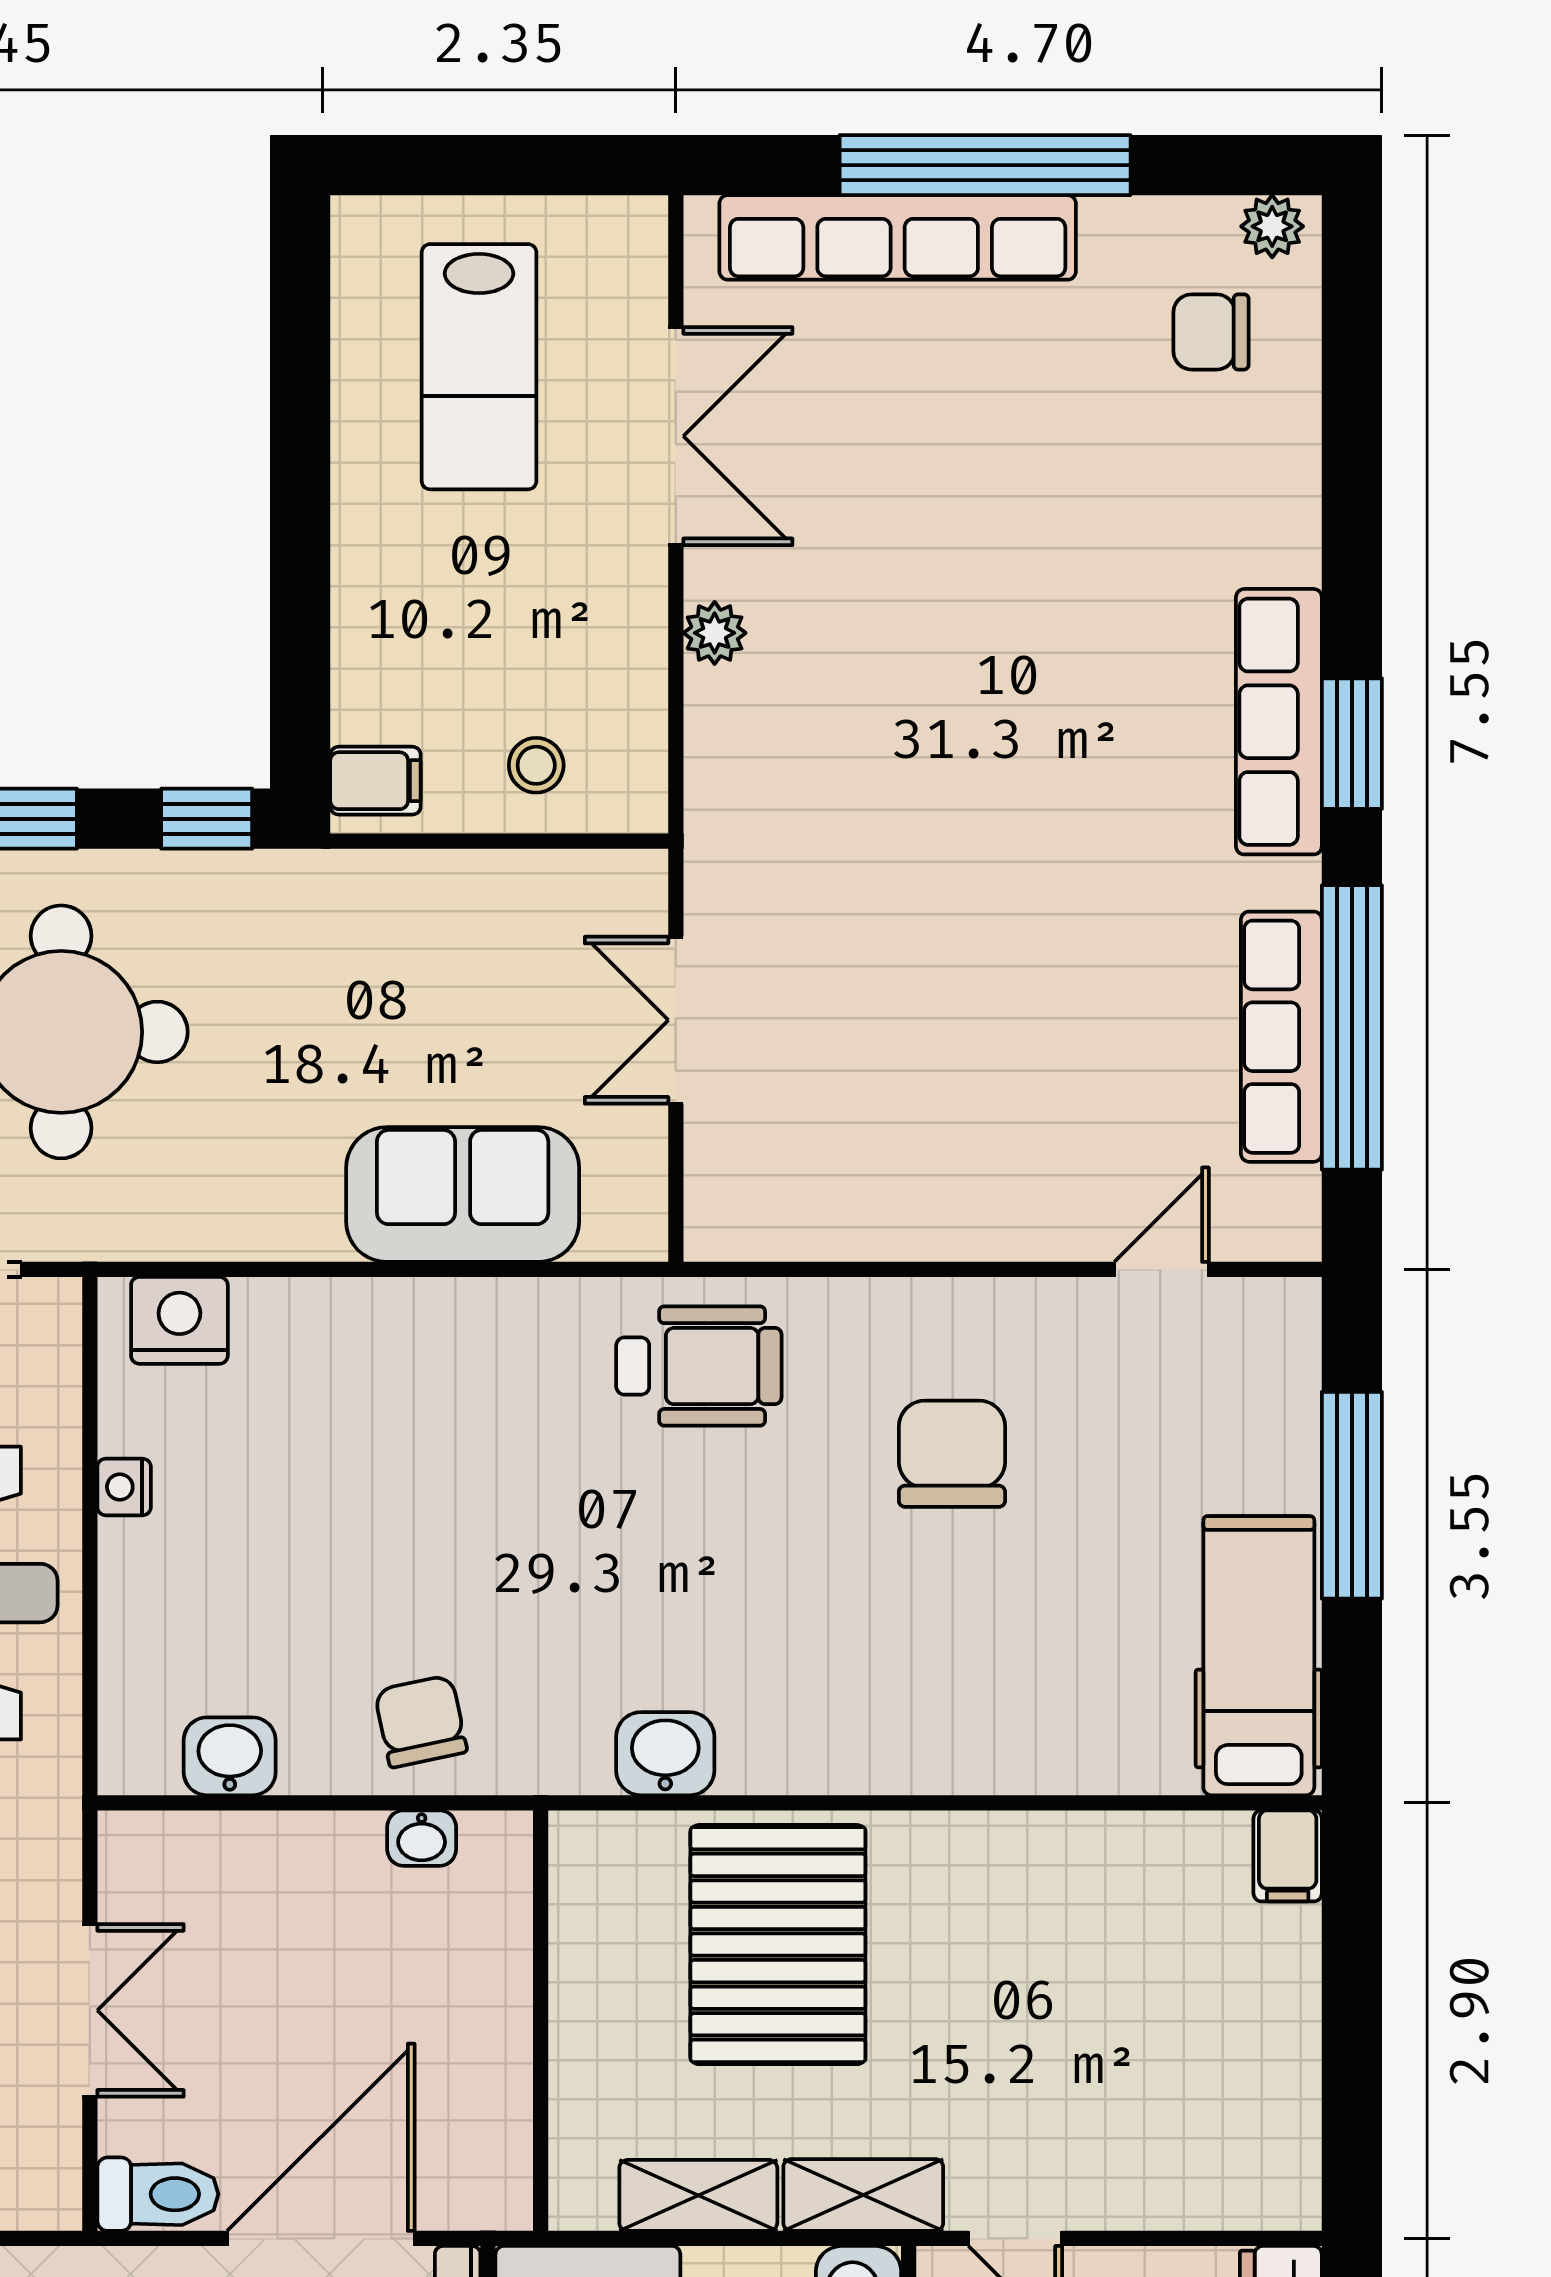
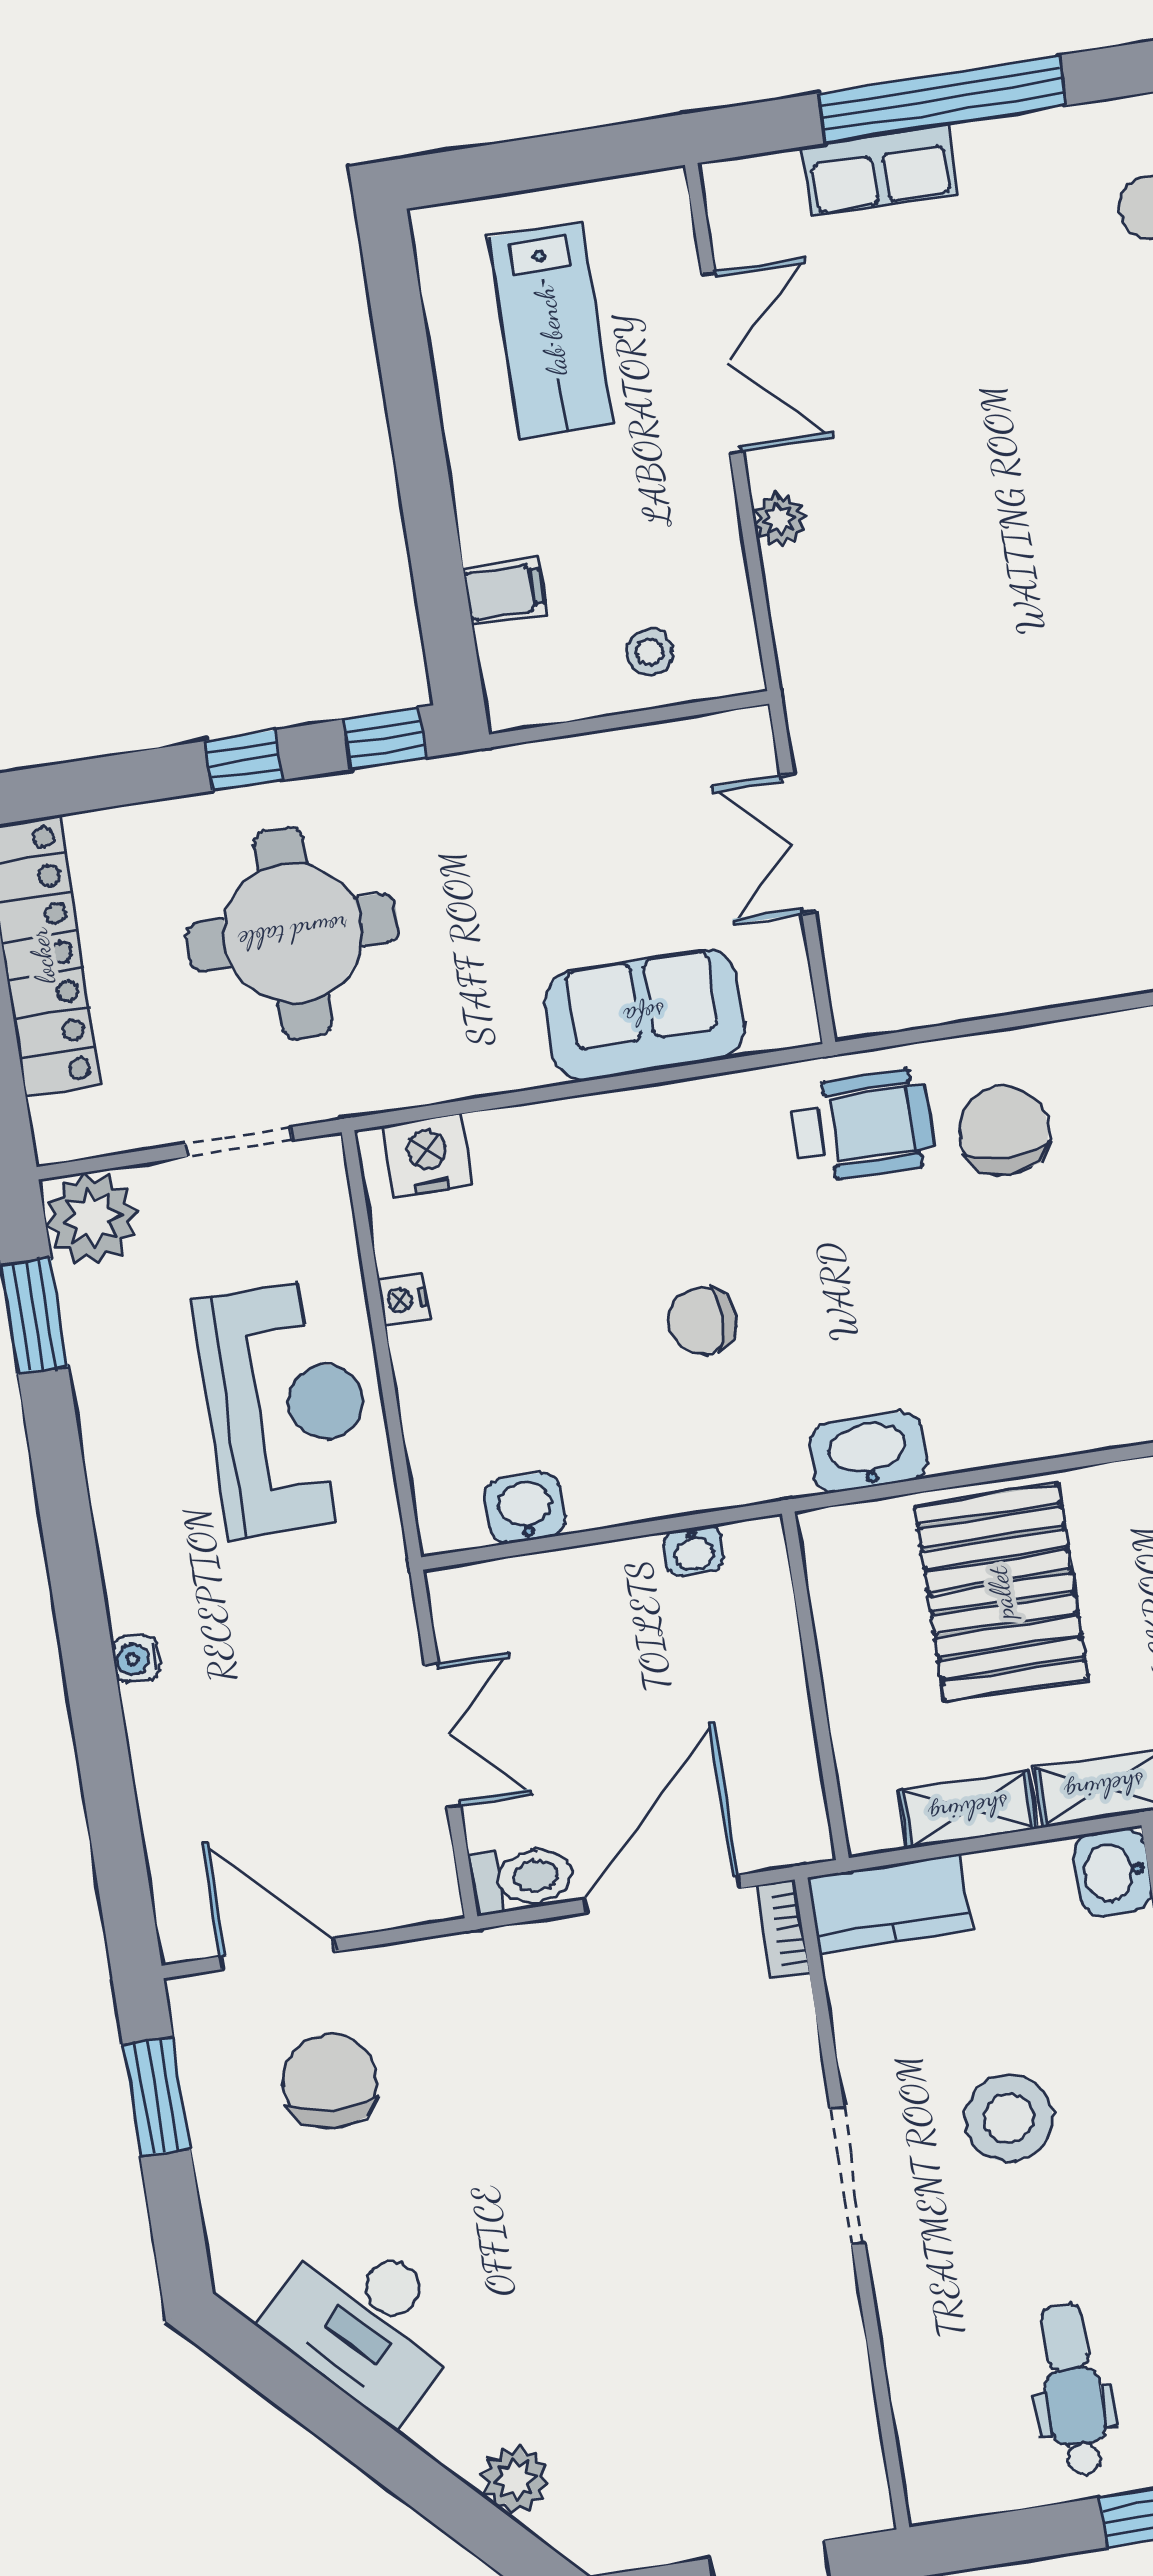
row of seats: (898, 237) -> (879, 170), width x0.50
filing cabinet: (375, 781) -> (505, 591), moved
chair: (952, 1454) -> (1004, 1131), moved
chair: (421, 1721) -> (702, 1321), moved, turned -78
washbasin: (665, 1754) -> (868, 1452), width x1.38

